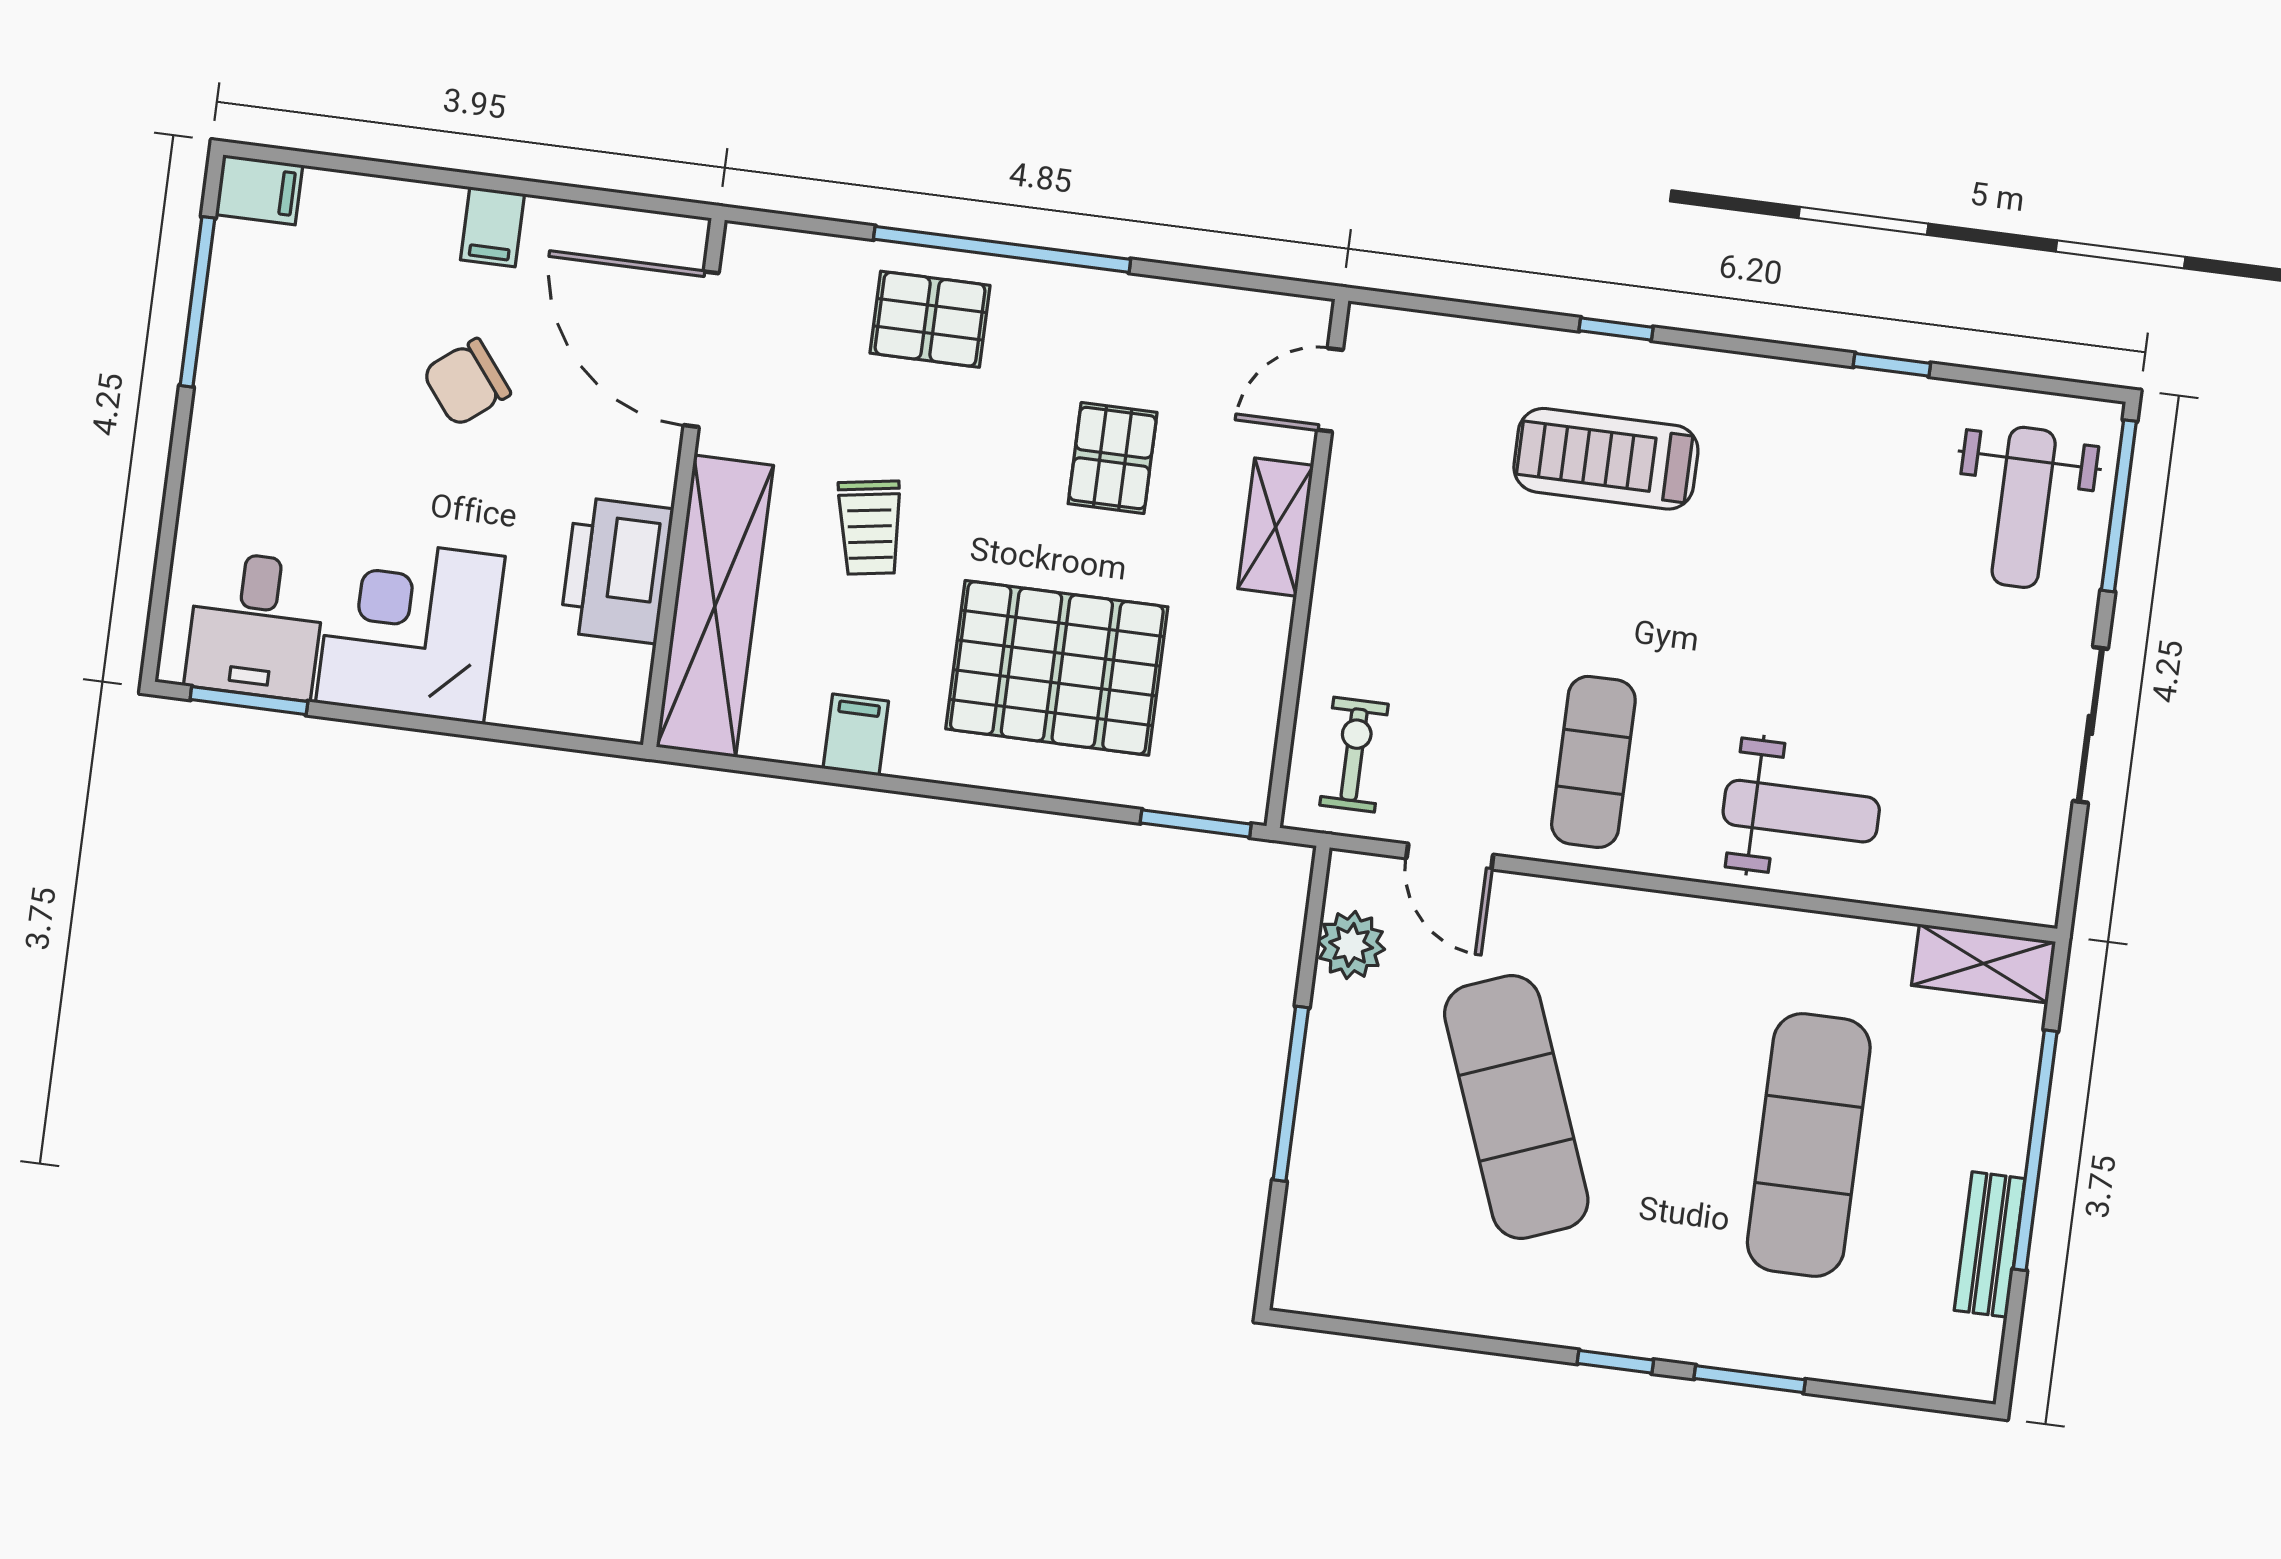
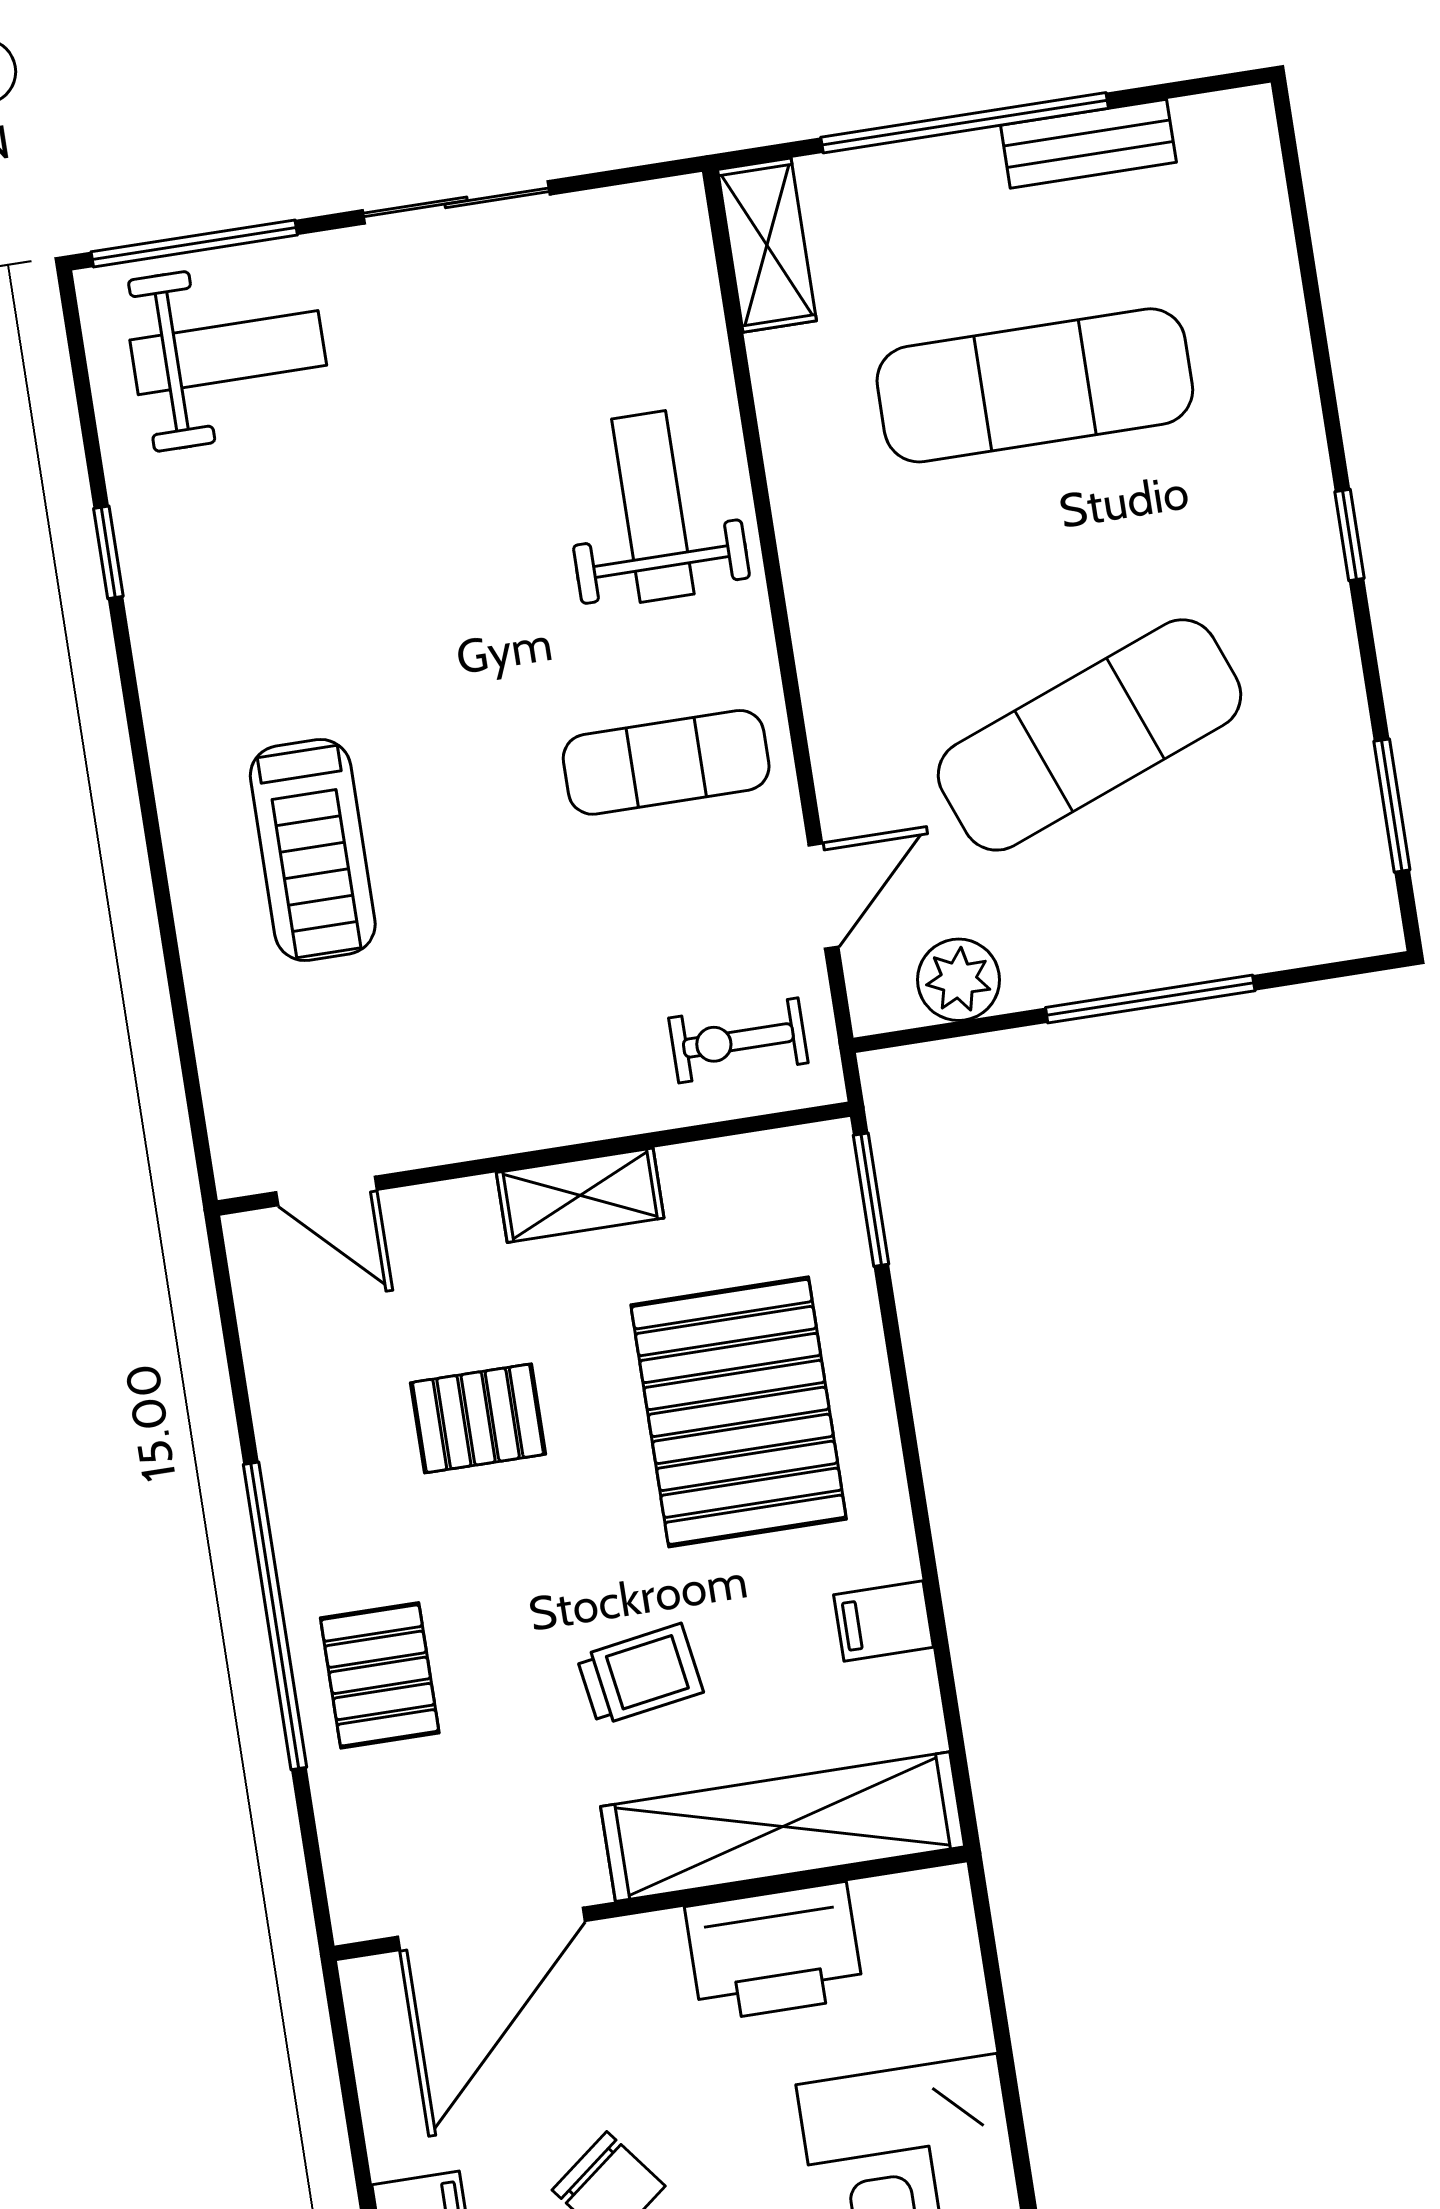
window: (1616, 329) -> (160, 882), removed
shelving: (1276, 527) -> (580, 1195), moved
window: (1750, 1379) -> (1392, 806), moved

